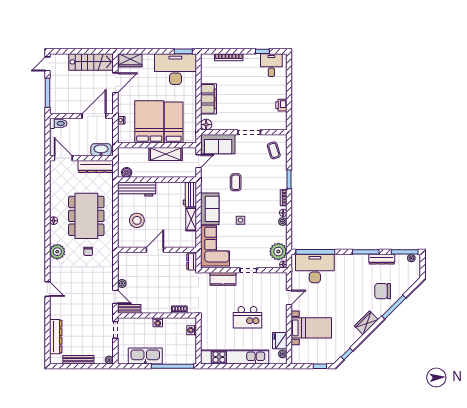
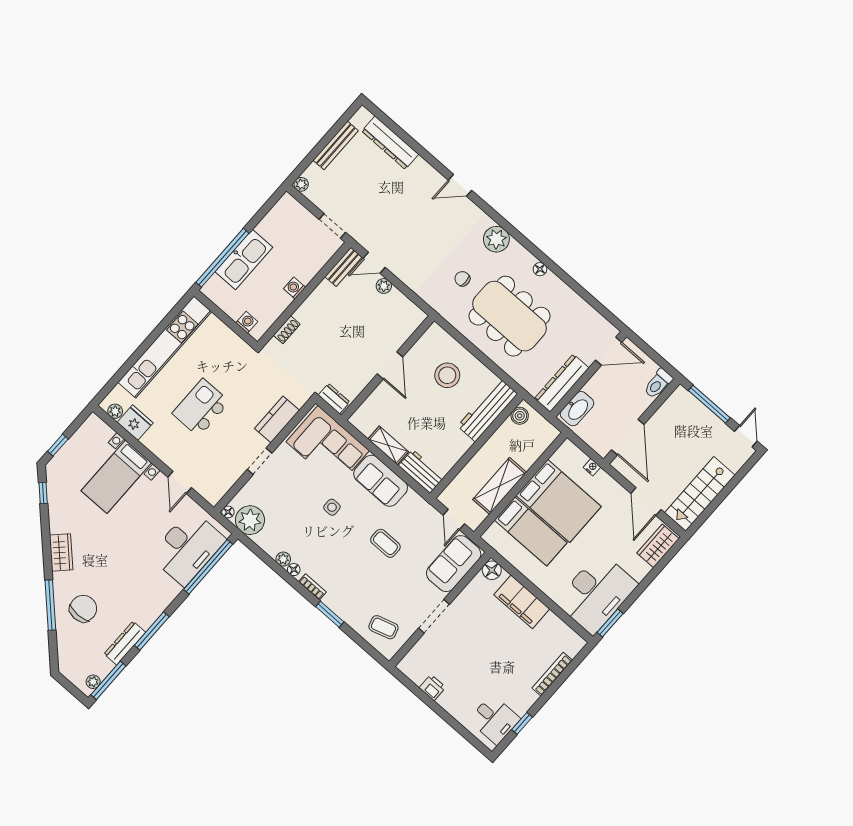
kitchen sink: (145, 356) -> (244, 260), moved

